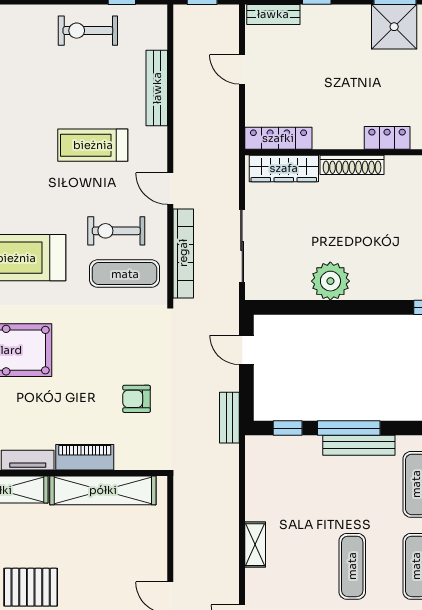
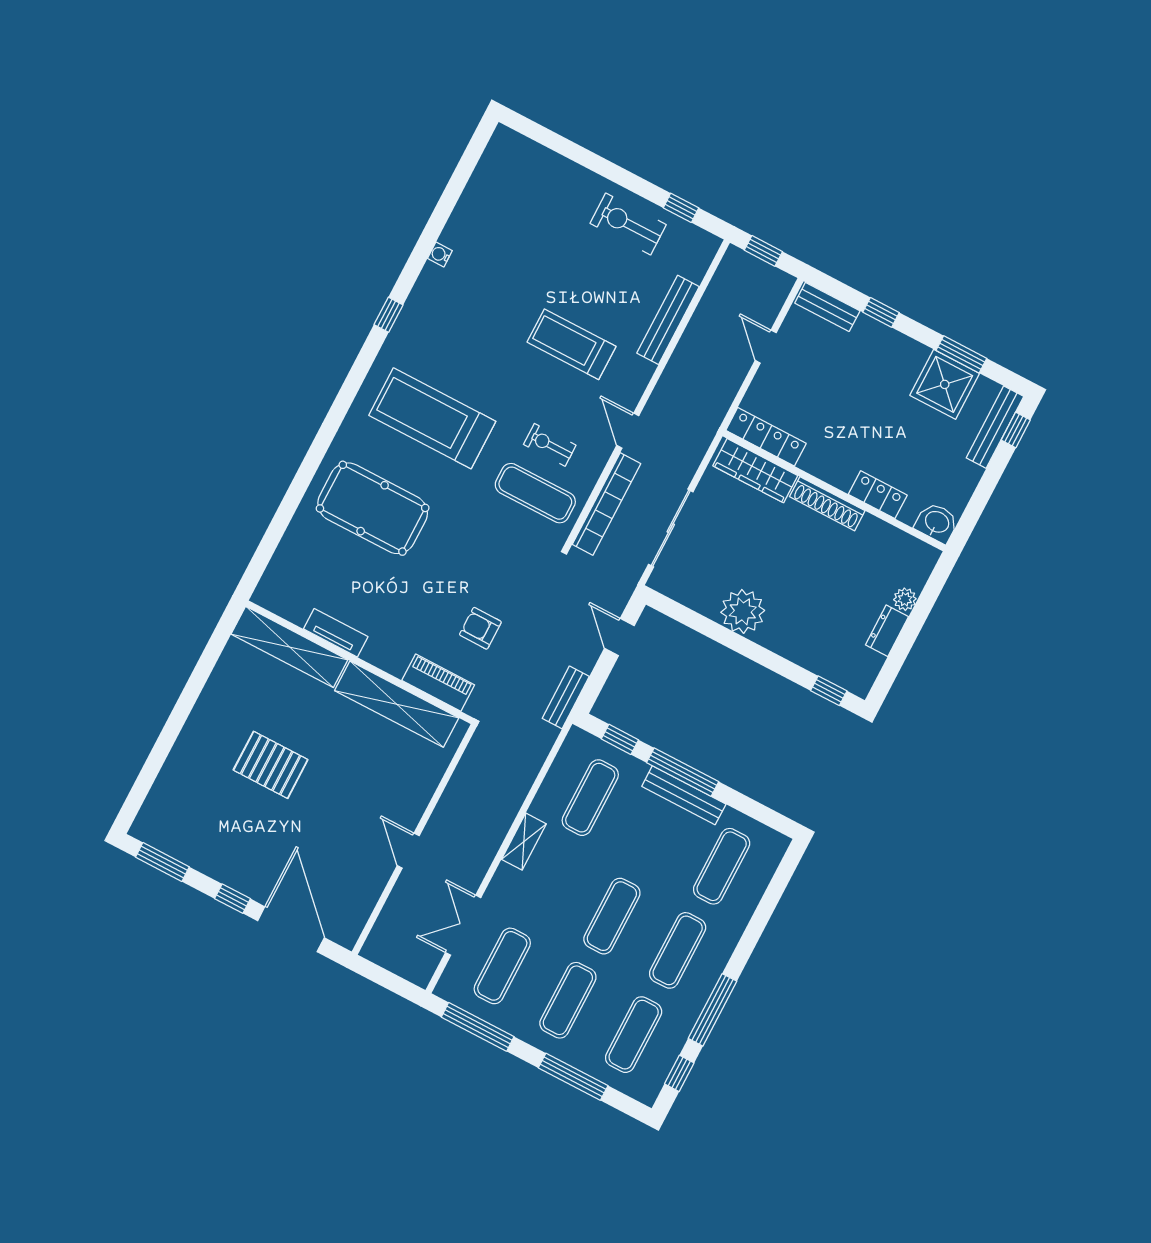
exercise bike: (116, 231) -> (550, 445), width x0.73, depth x0.72
piano: (85, 457) -> (438, 683), moved
exercise mat: (288, 484) -> (590, 798), added

